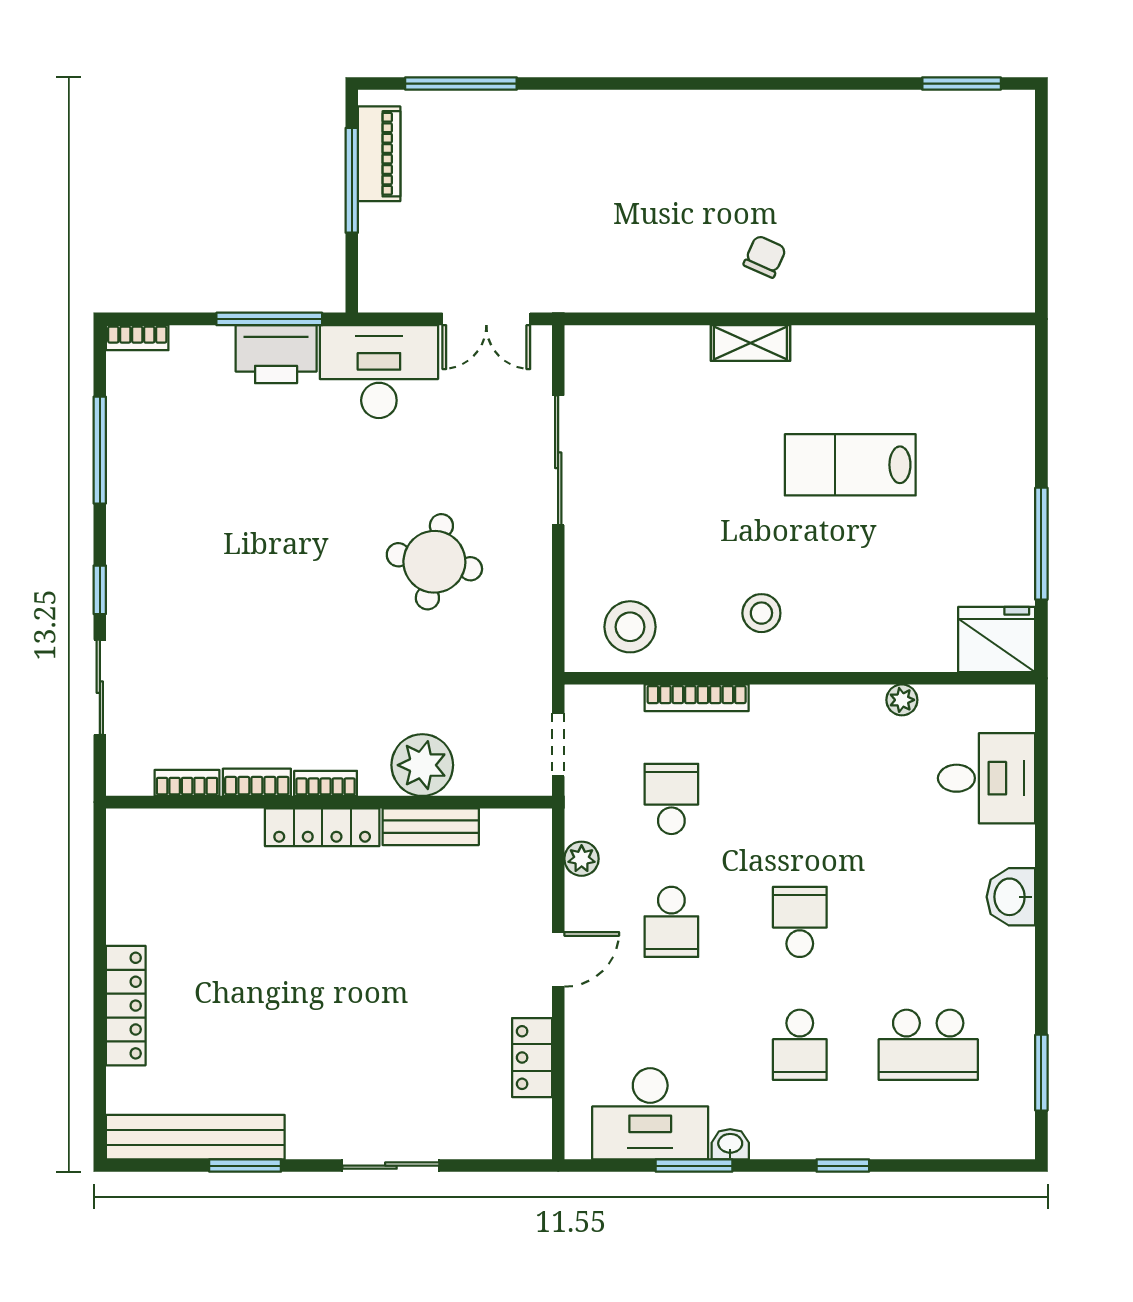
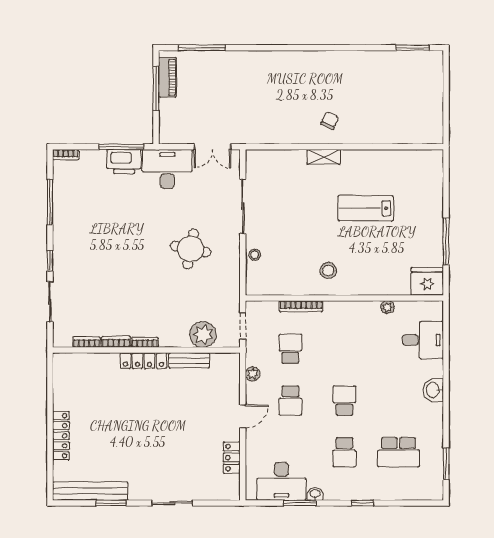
stool: (630, 627) -> (255, 255), moved, width x0.53, depth x0.53
plant: (422, 765) -> (203, 335), moved

